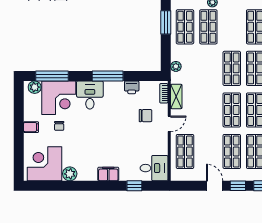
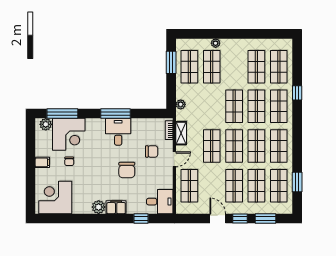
printer: (132, 87) -> (138, 124), removed
desk: (90, 95) -> (118, 132), moved
shop shelf: (208, 110) -> (212, 146), added
chair: (119, 135) -> (127, 170), added
plant: (70, 174) -> (99, 207), moved

